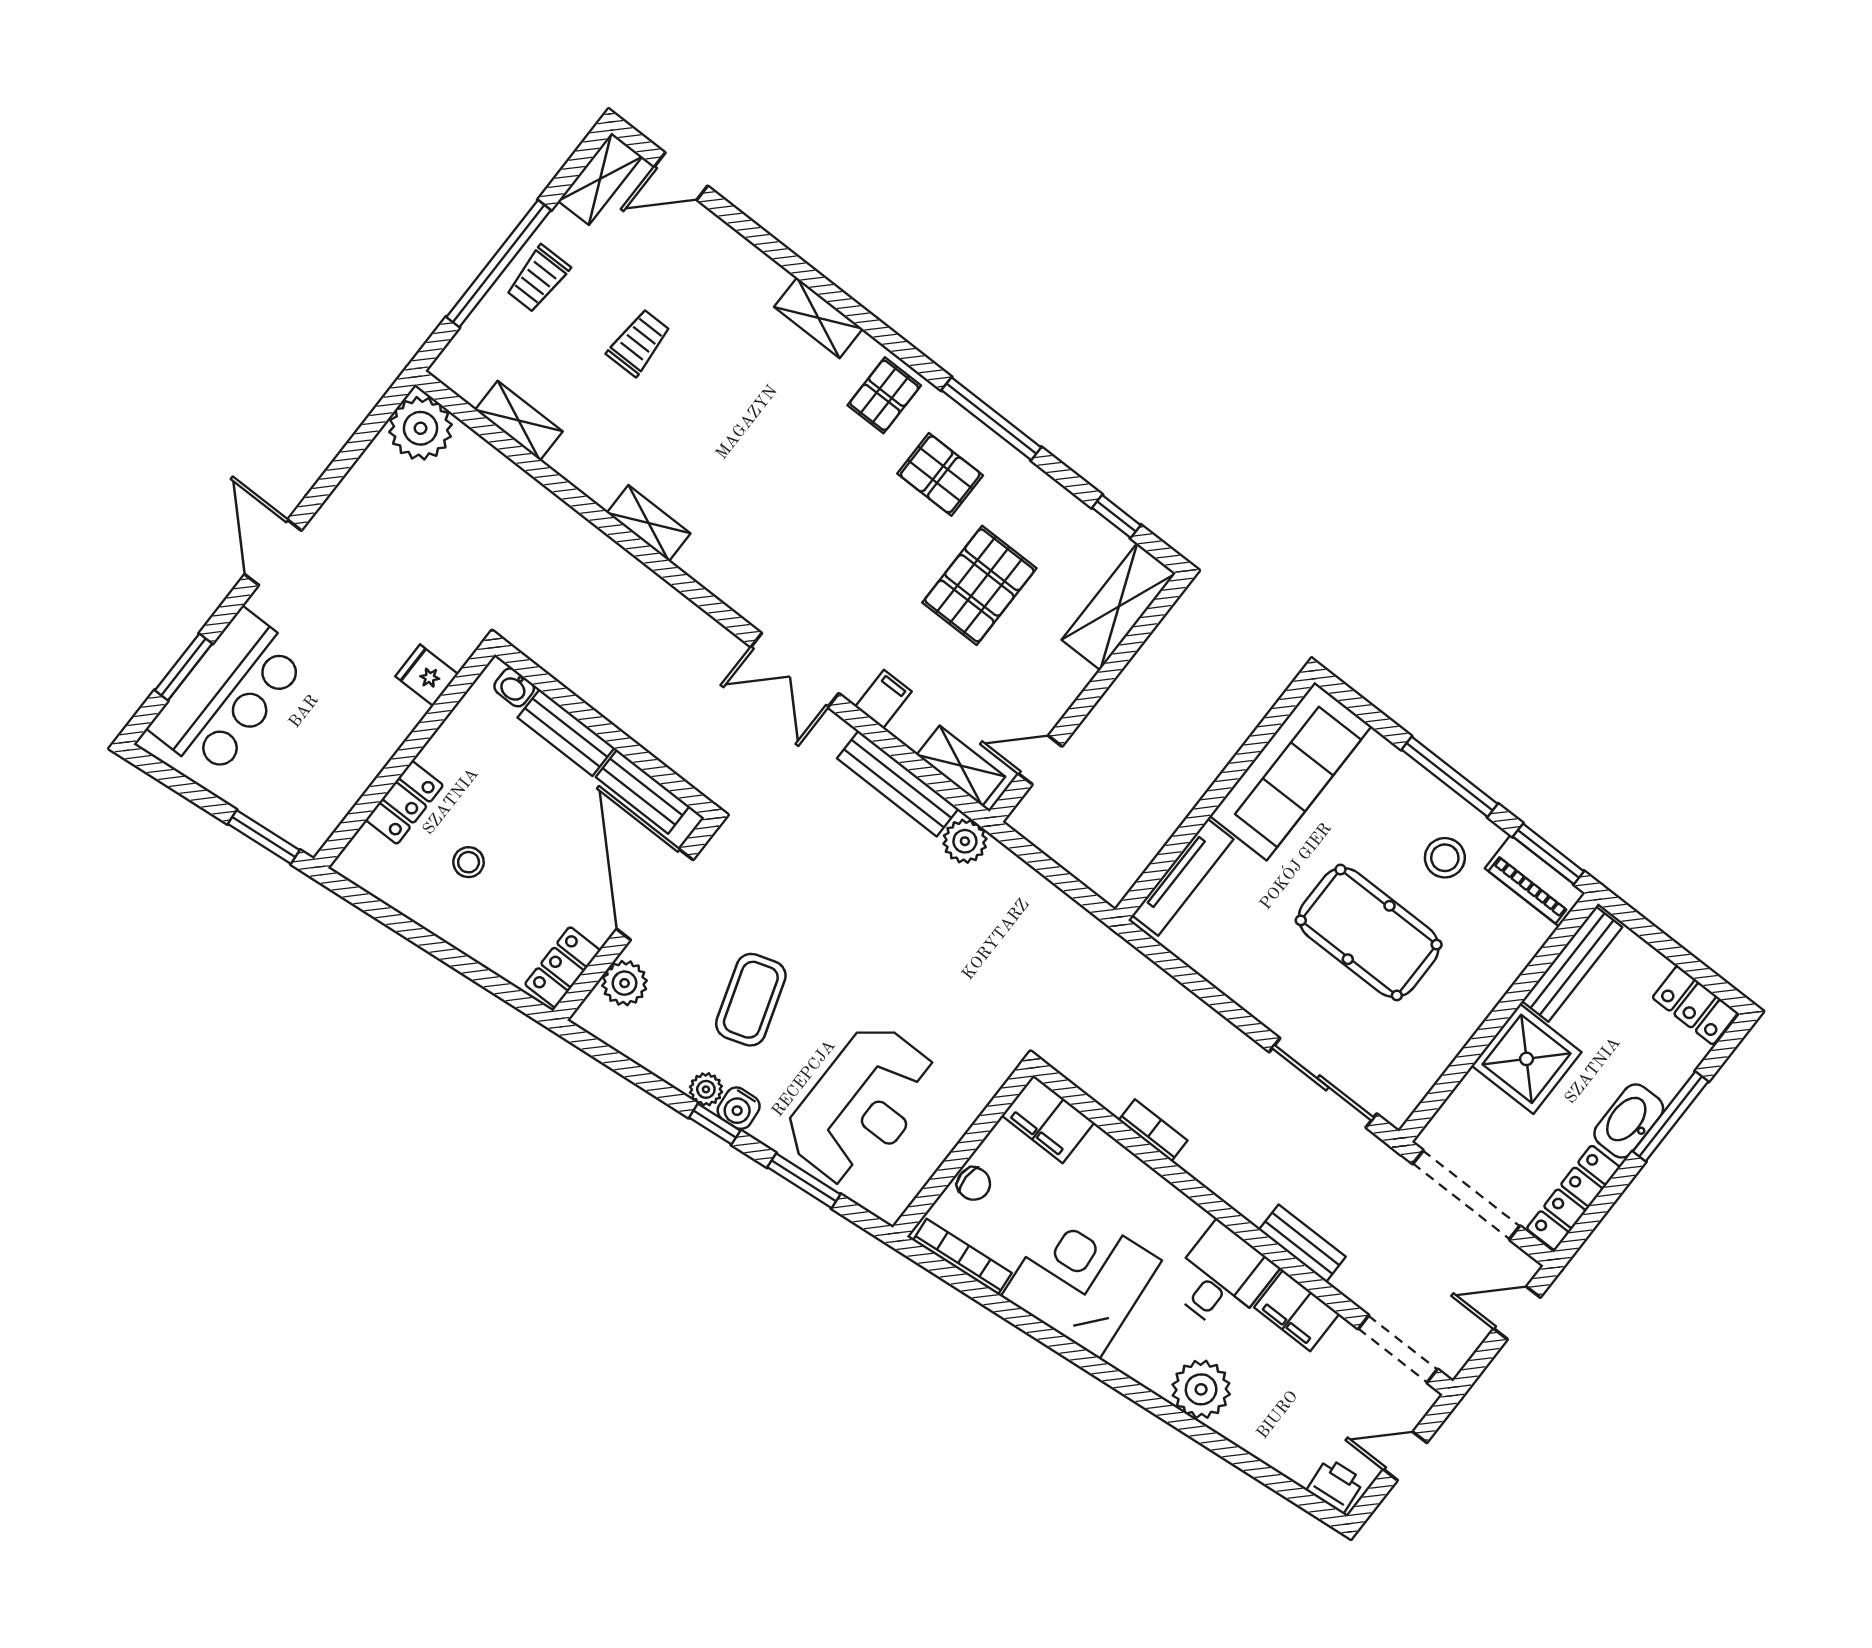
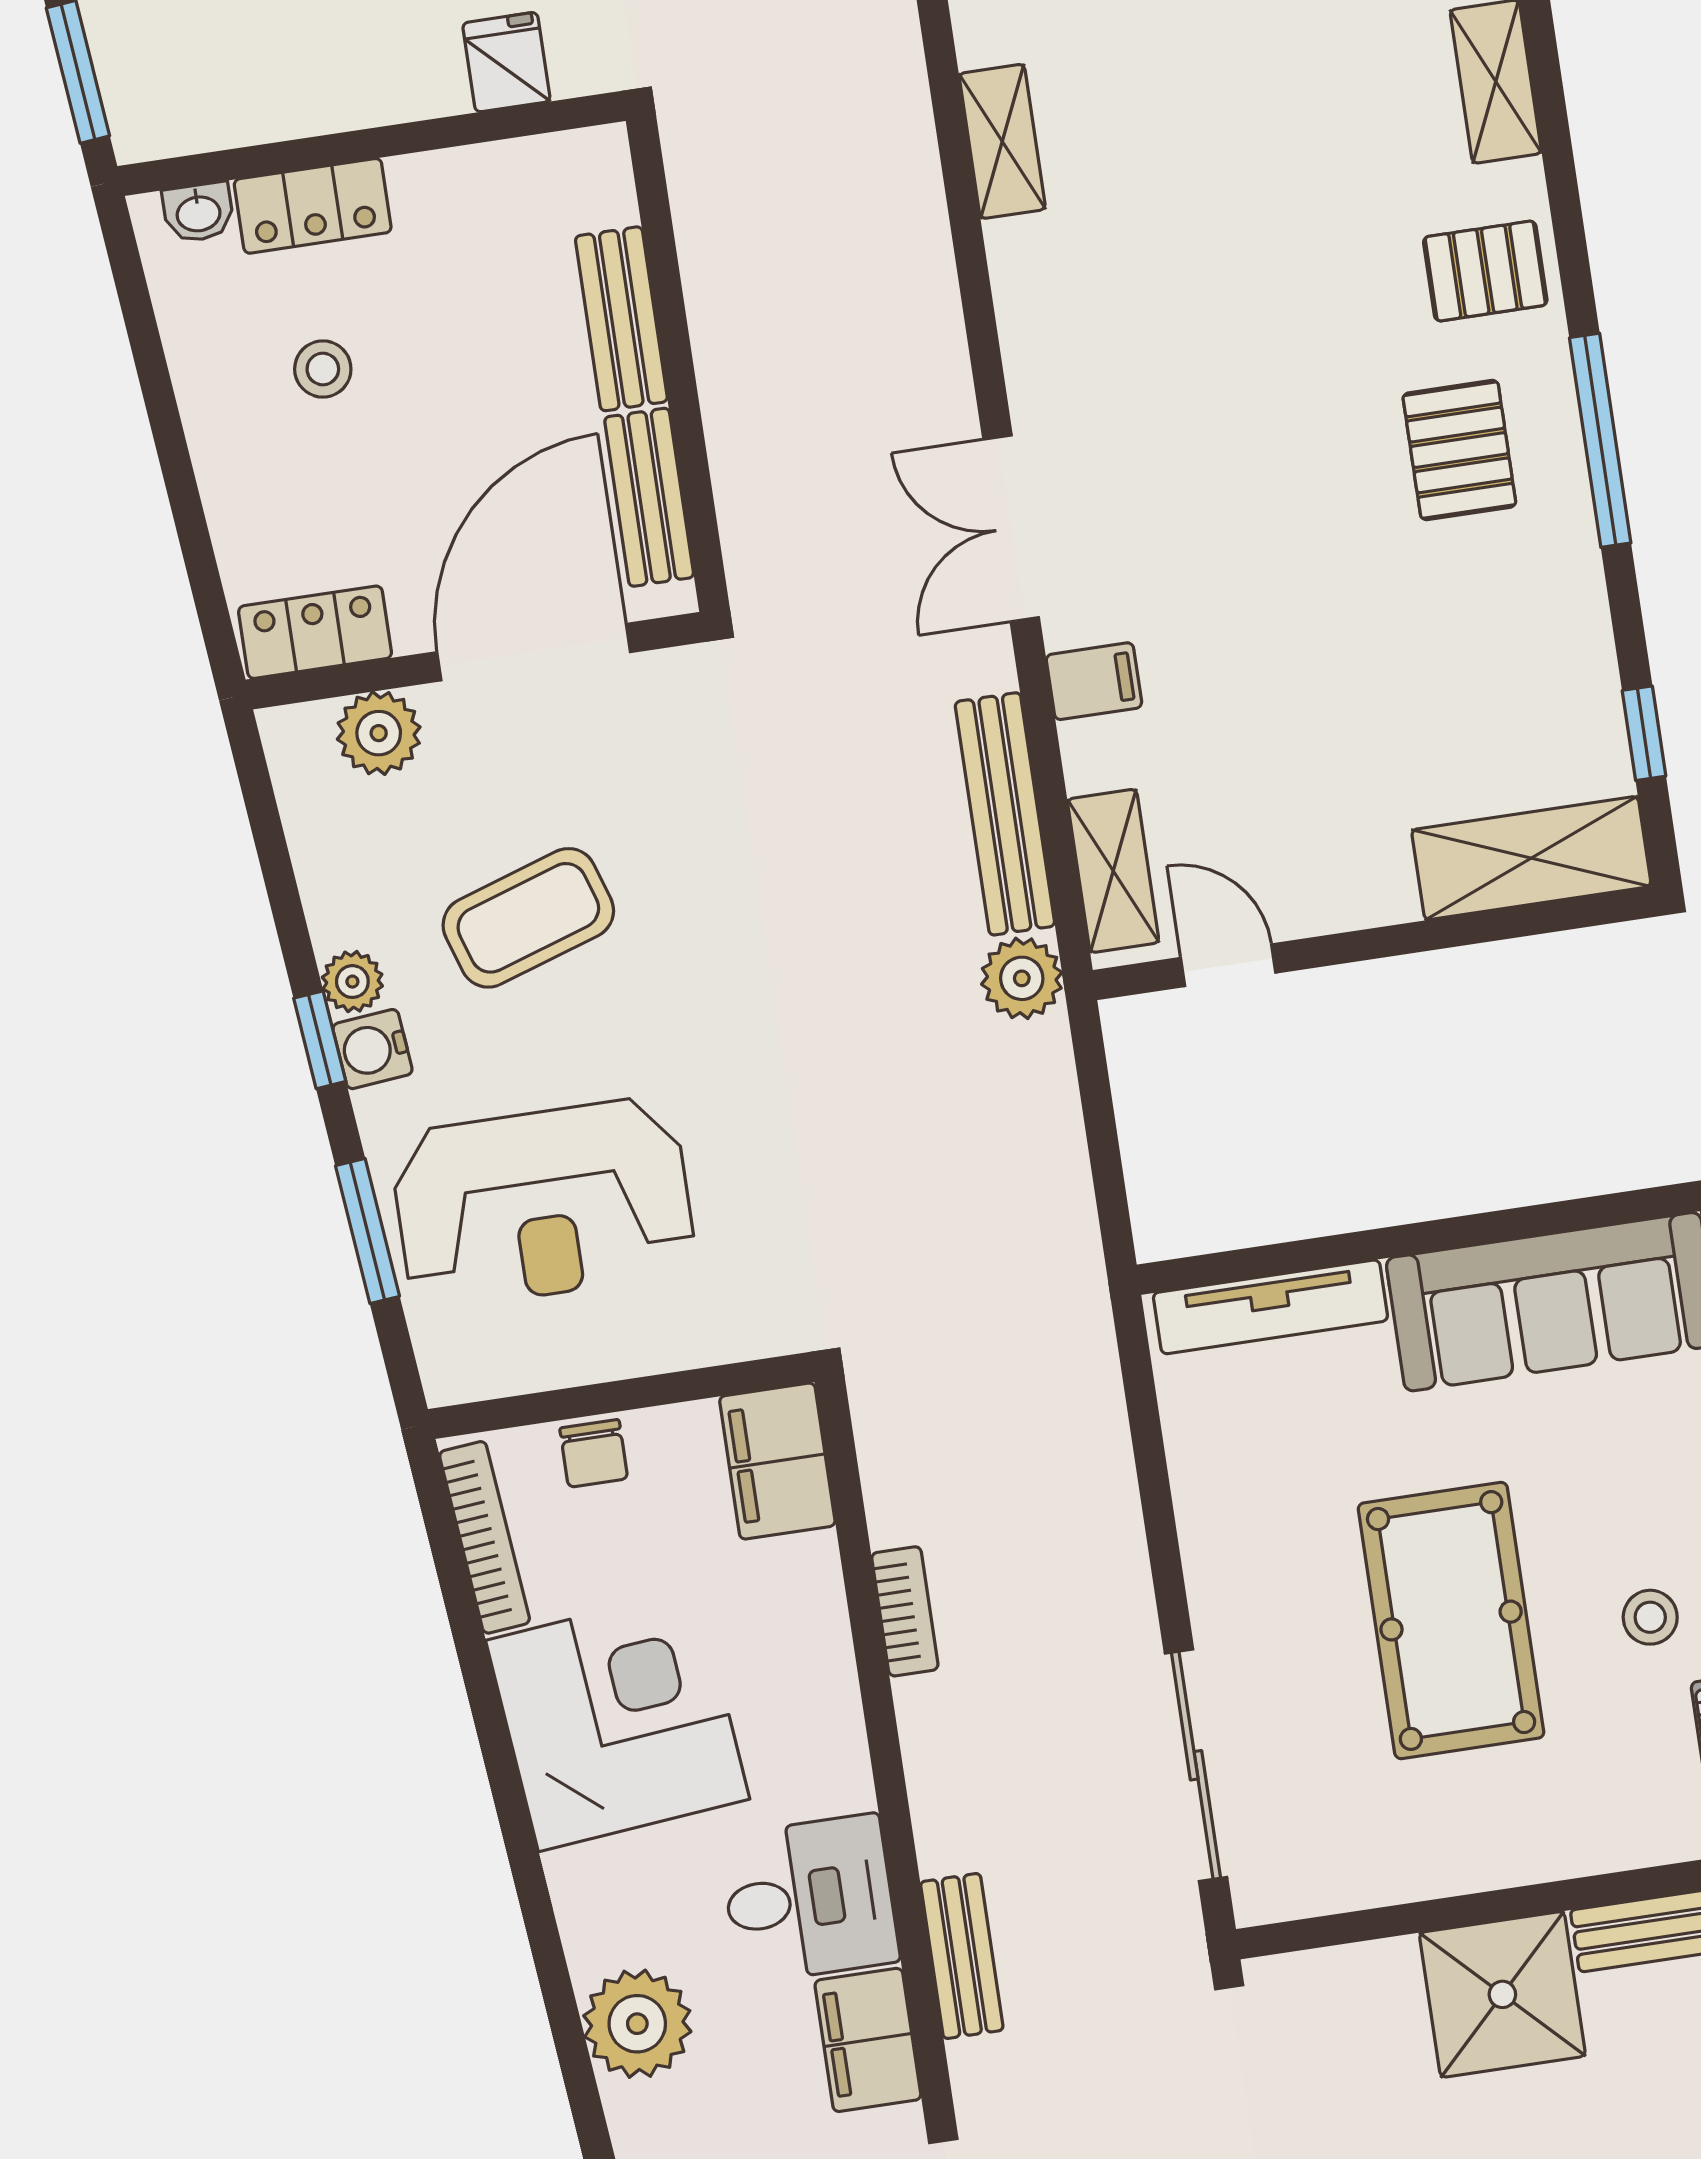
pallet: (979, 585) -> (1370, 651), removed
washbasin: (514, 687) -> (198, 212), moved, turned -90
stool: (1445, 858) -> (1650, 1617), width x0.73, depth x0.73

